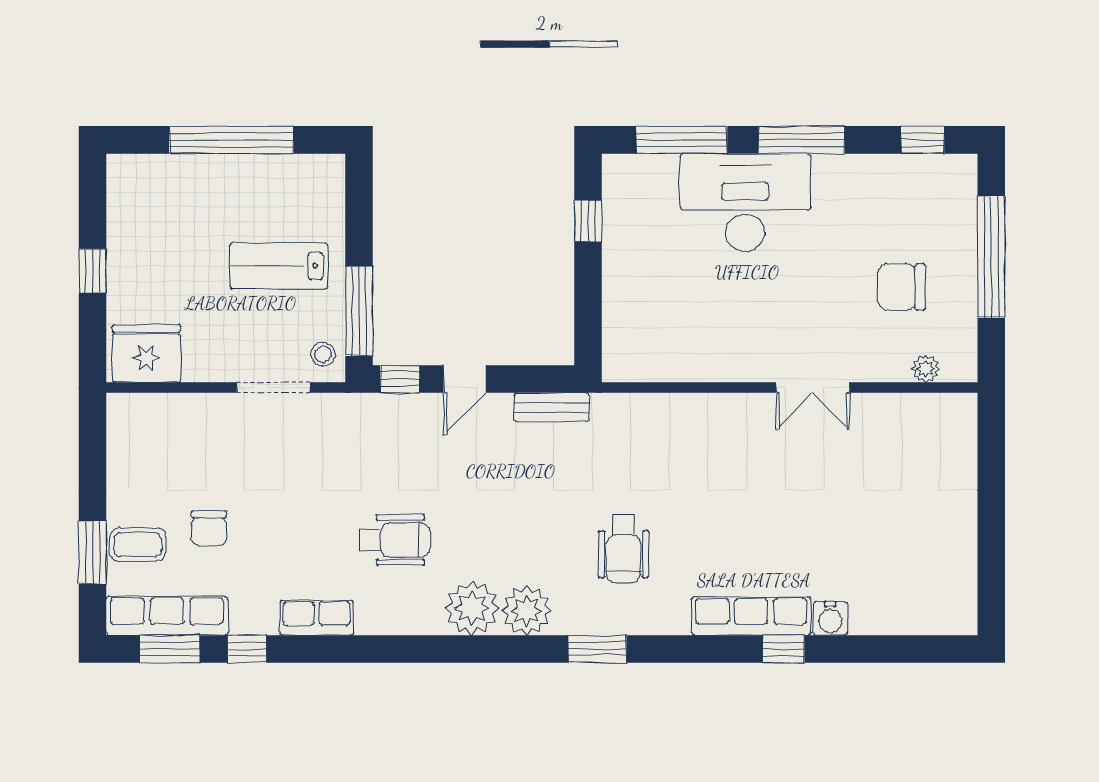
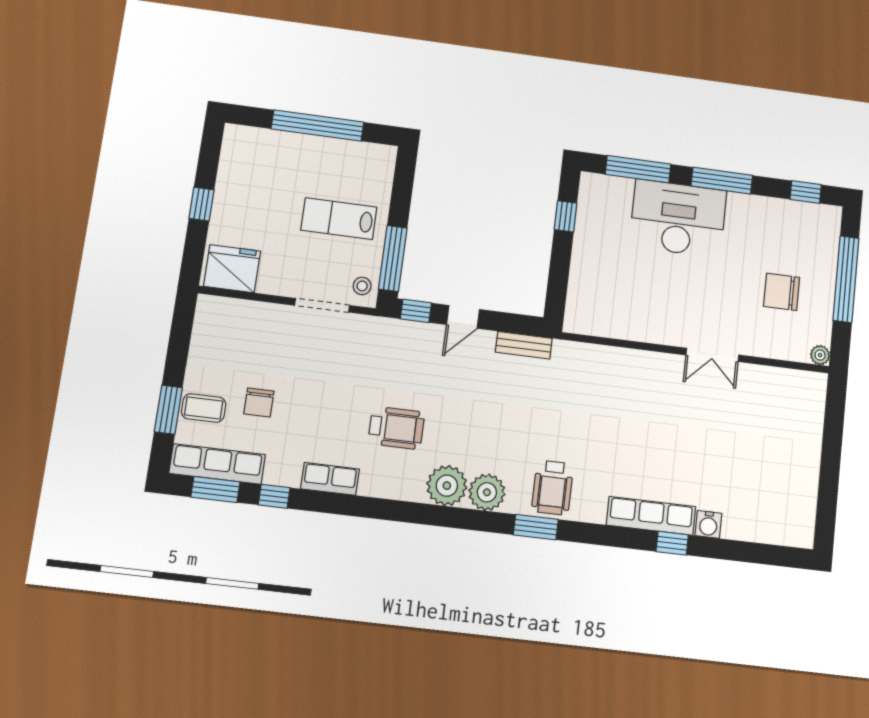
plant: (926, 369) -> (820, 355), moved
wheelchair: (624, 549) -> (553, 488), moved

